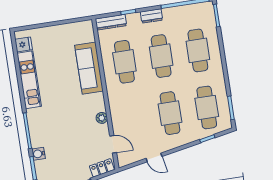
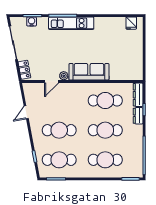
dresser: (151, 16) -> (138, 116), moved
sofa: (89, 68) -> (89, 72), moved
kitchen unit: (29, 80) -> (71, 23), moved
door: (113, 144) -> (52, 81), moved
water cooler: (39, 154) -> (32, 22), moved

